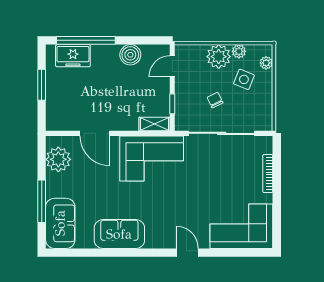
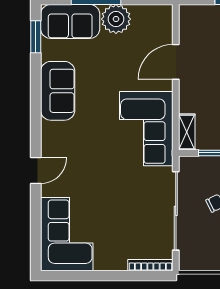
plant: (58, 159) -> (116, 19), moved
bookcase: (268, 174) -> (150, 265), moved
window: (73, 253) -> (36, 37), added

